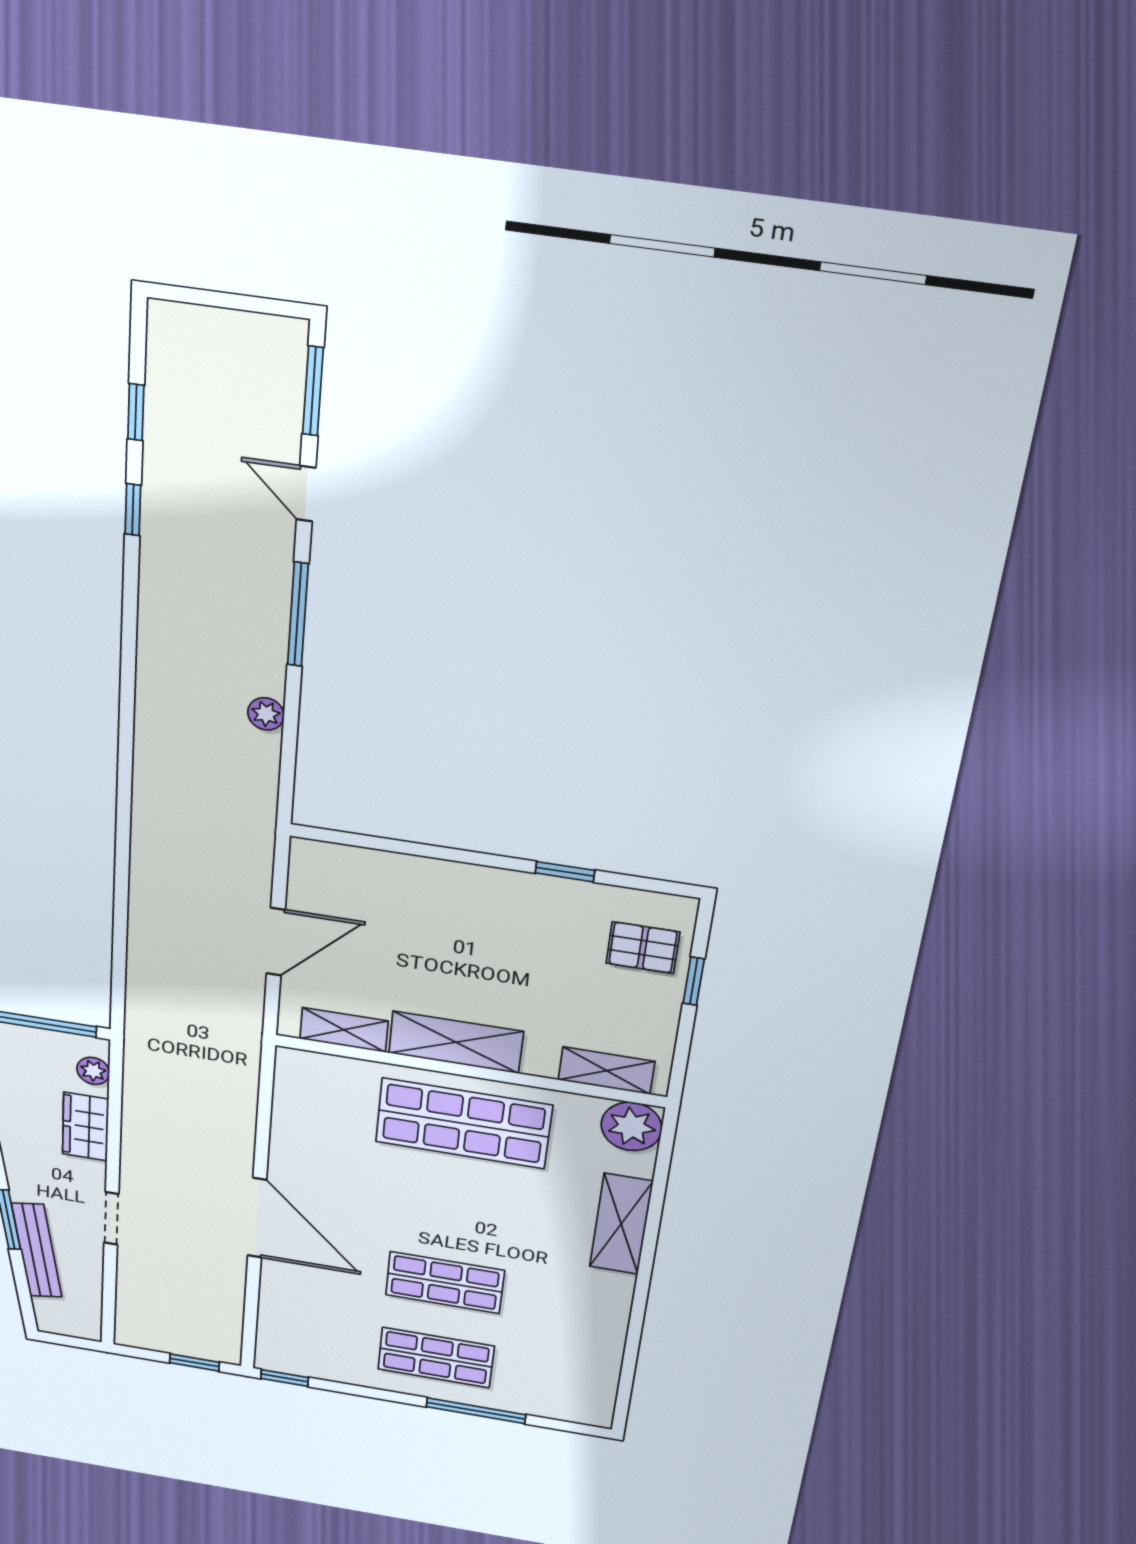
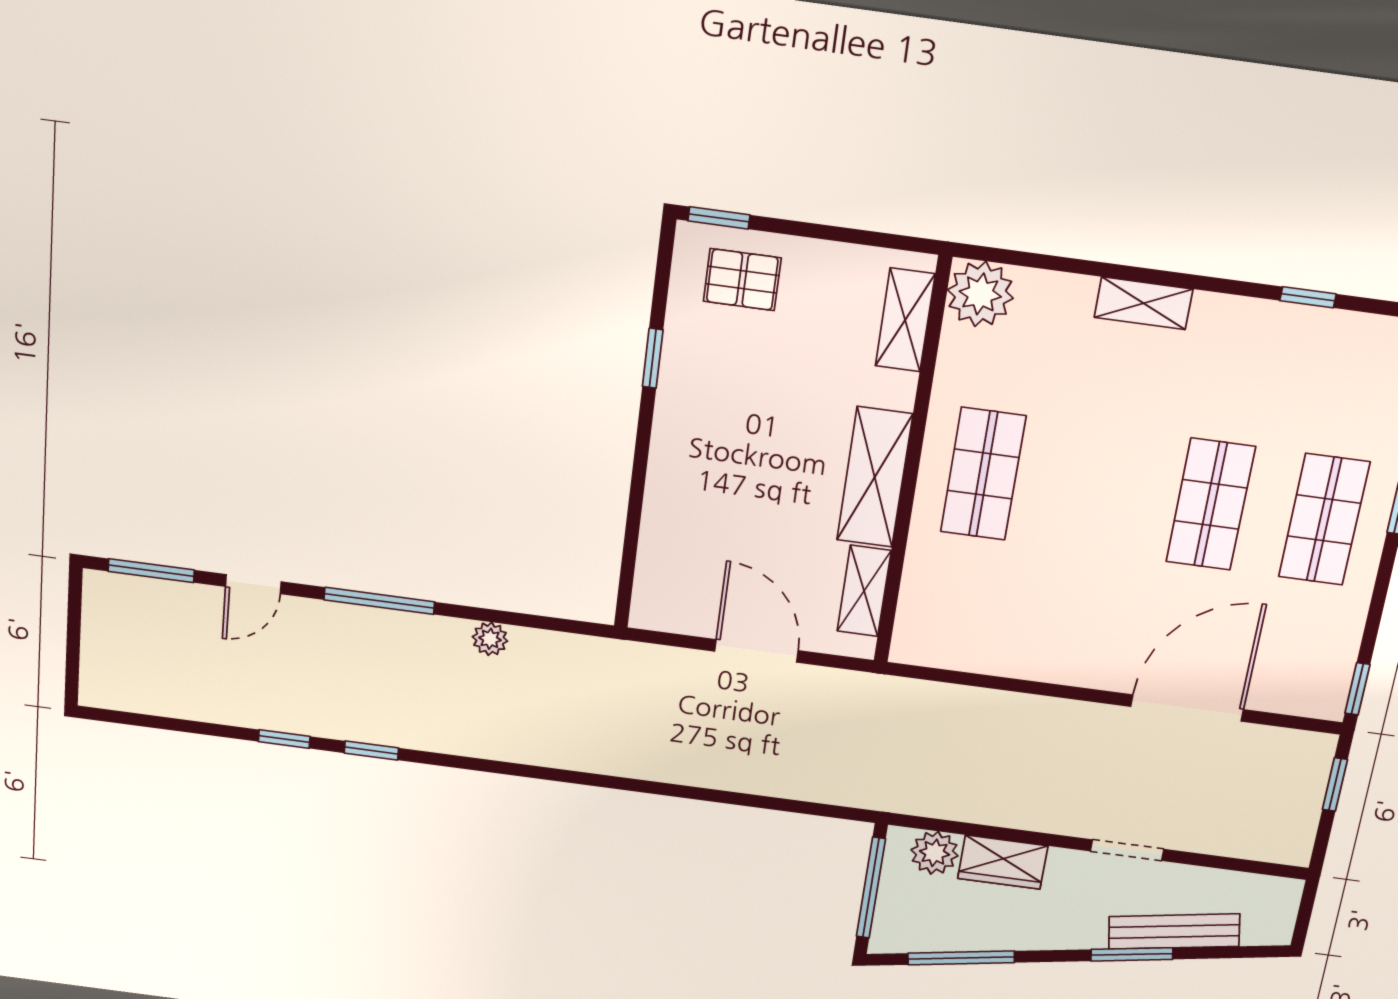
window: (136, 412) -> (371, 750), moved
pallet: (643, 948) -> (742, 280), turned 90
window: (694, 981) -> (719, 218), moved
plant: (93, 1071) -> (934, 853), width x1.38, depth x1.38
shop shelf: (464, 1123) -> (983, 474), width x0.70, depth x0.74
door: (257, 1218) -> (1187, 708), moved
shelving: (621, 1224) -> (1143, 303), width x0.67, depth x0.75
window: (632, 1349) -> (1308, 297), added

